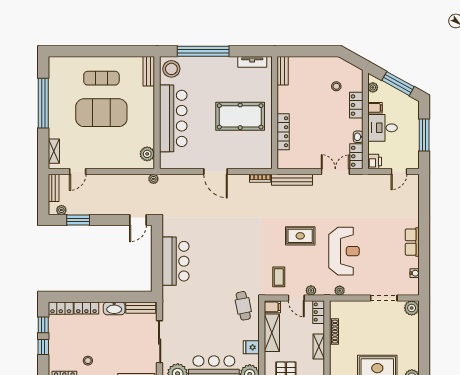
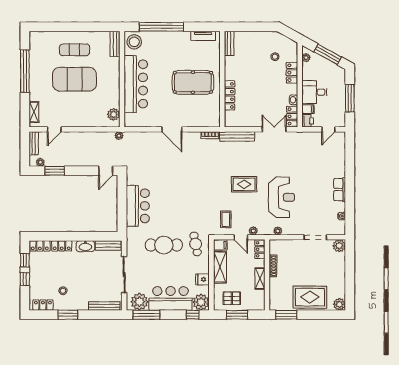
filing cabinet: (375, 108) -> (308, 109), moved
cafe table: (206, 307) -> (164, 245), added

